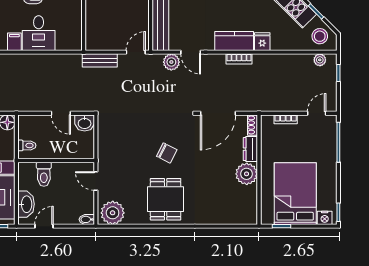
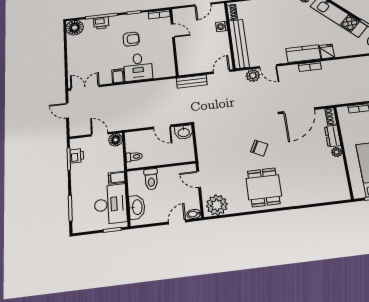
plant: (247, 174) -> (337, 152), width x0.53, depth x0.53
door: (44, 226) -> (177, 222), moved

